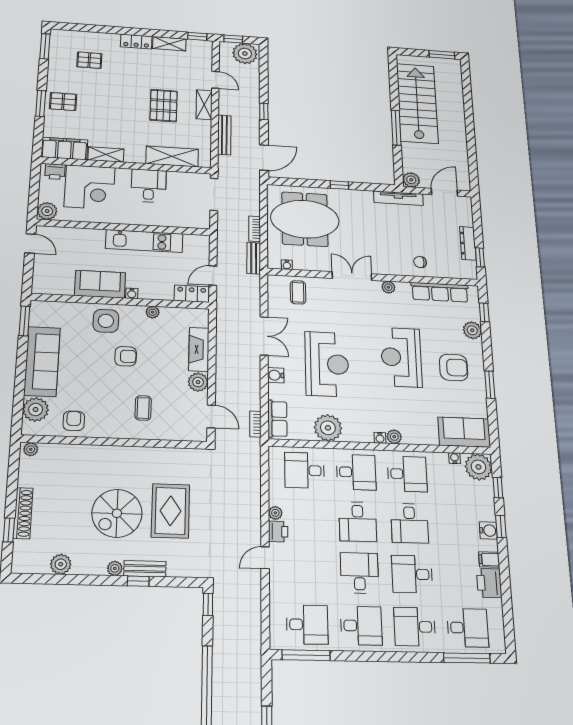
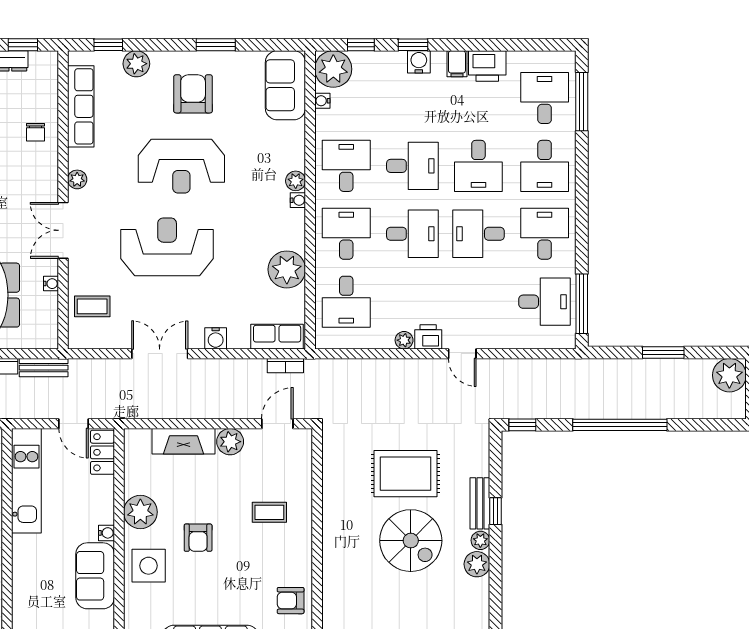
kitchen unit: (144, 241) -> (26, 481), moved
water cooler: (287, 265) -> (51, 284), moved
plant: (153, 312) -> (140, 512), width x1.87, depth x1.87
armchair: (126, 356) -> (198, 538), turned 180
reception desk: (327, 364) -> (167, 247), moved
plant: (61, 564) -> (477, 564), moved
desk: (307, 625) -> (545, 302), turned 90

